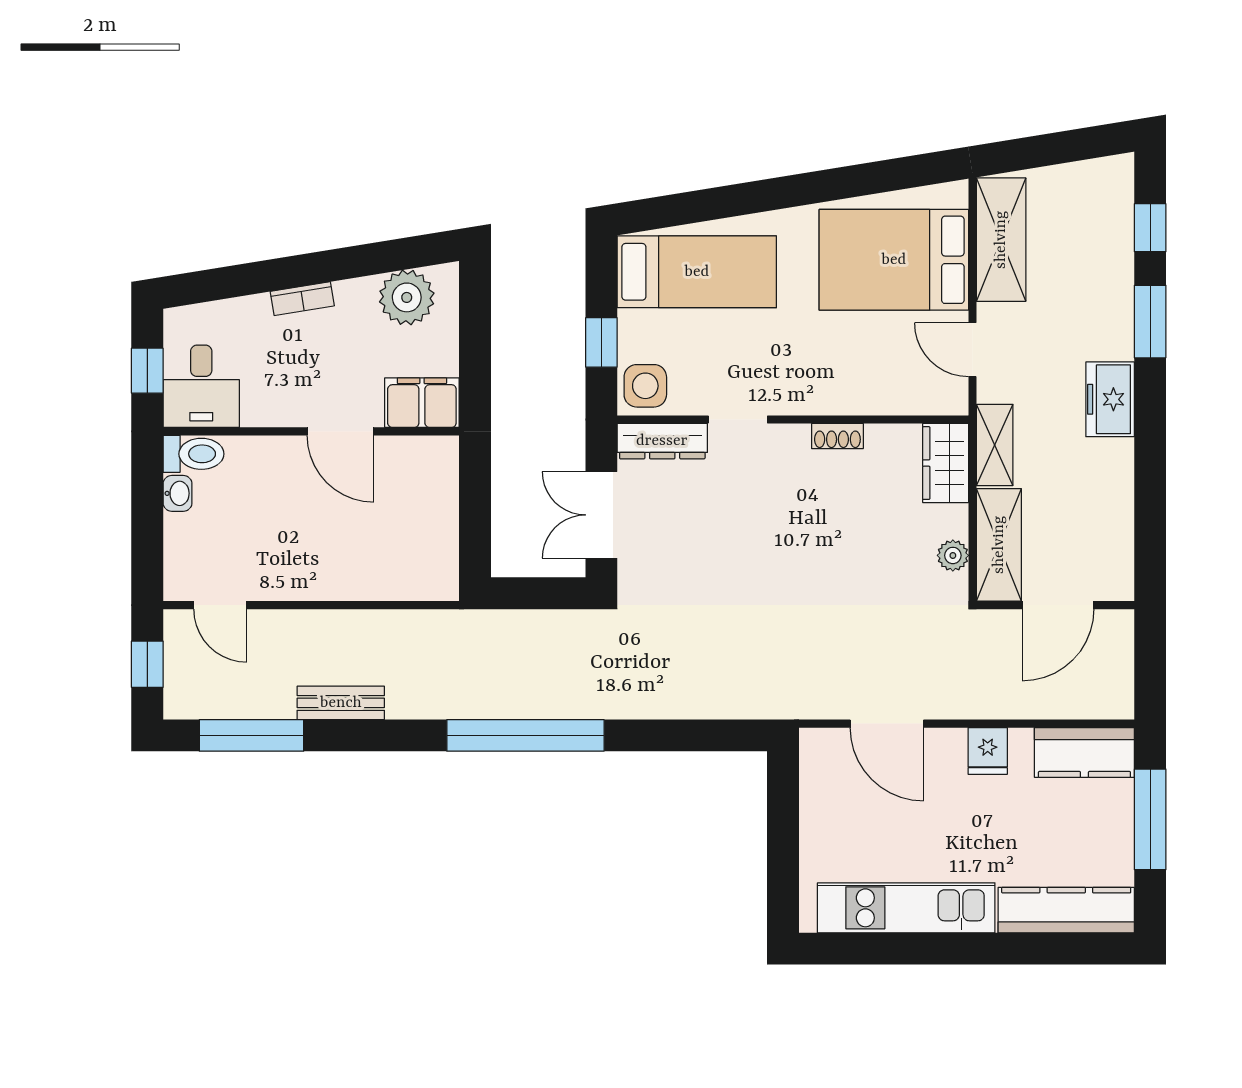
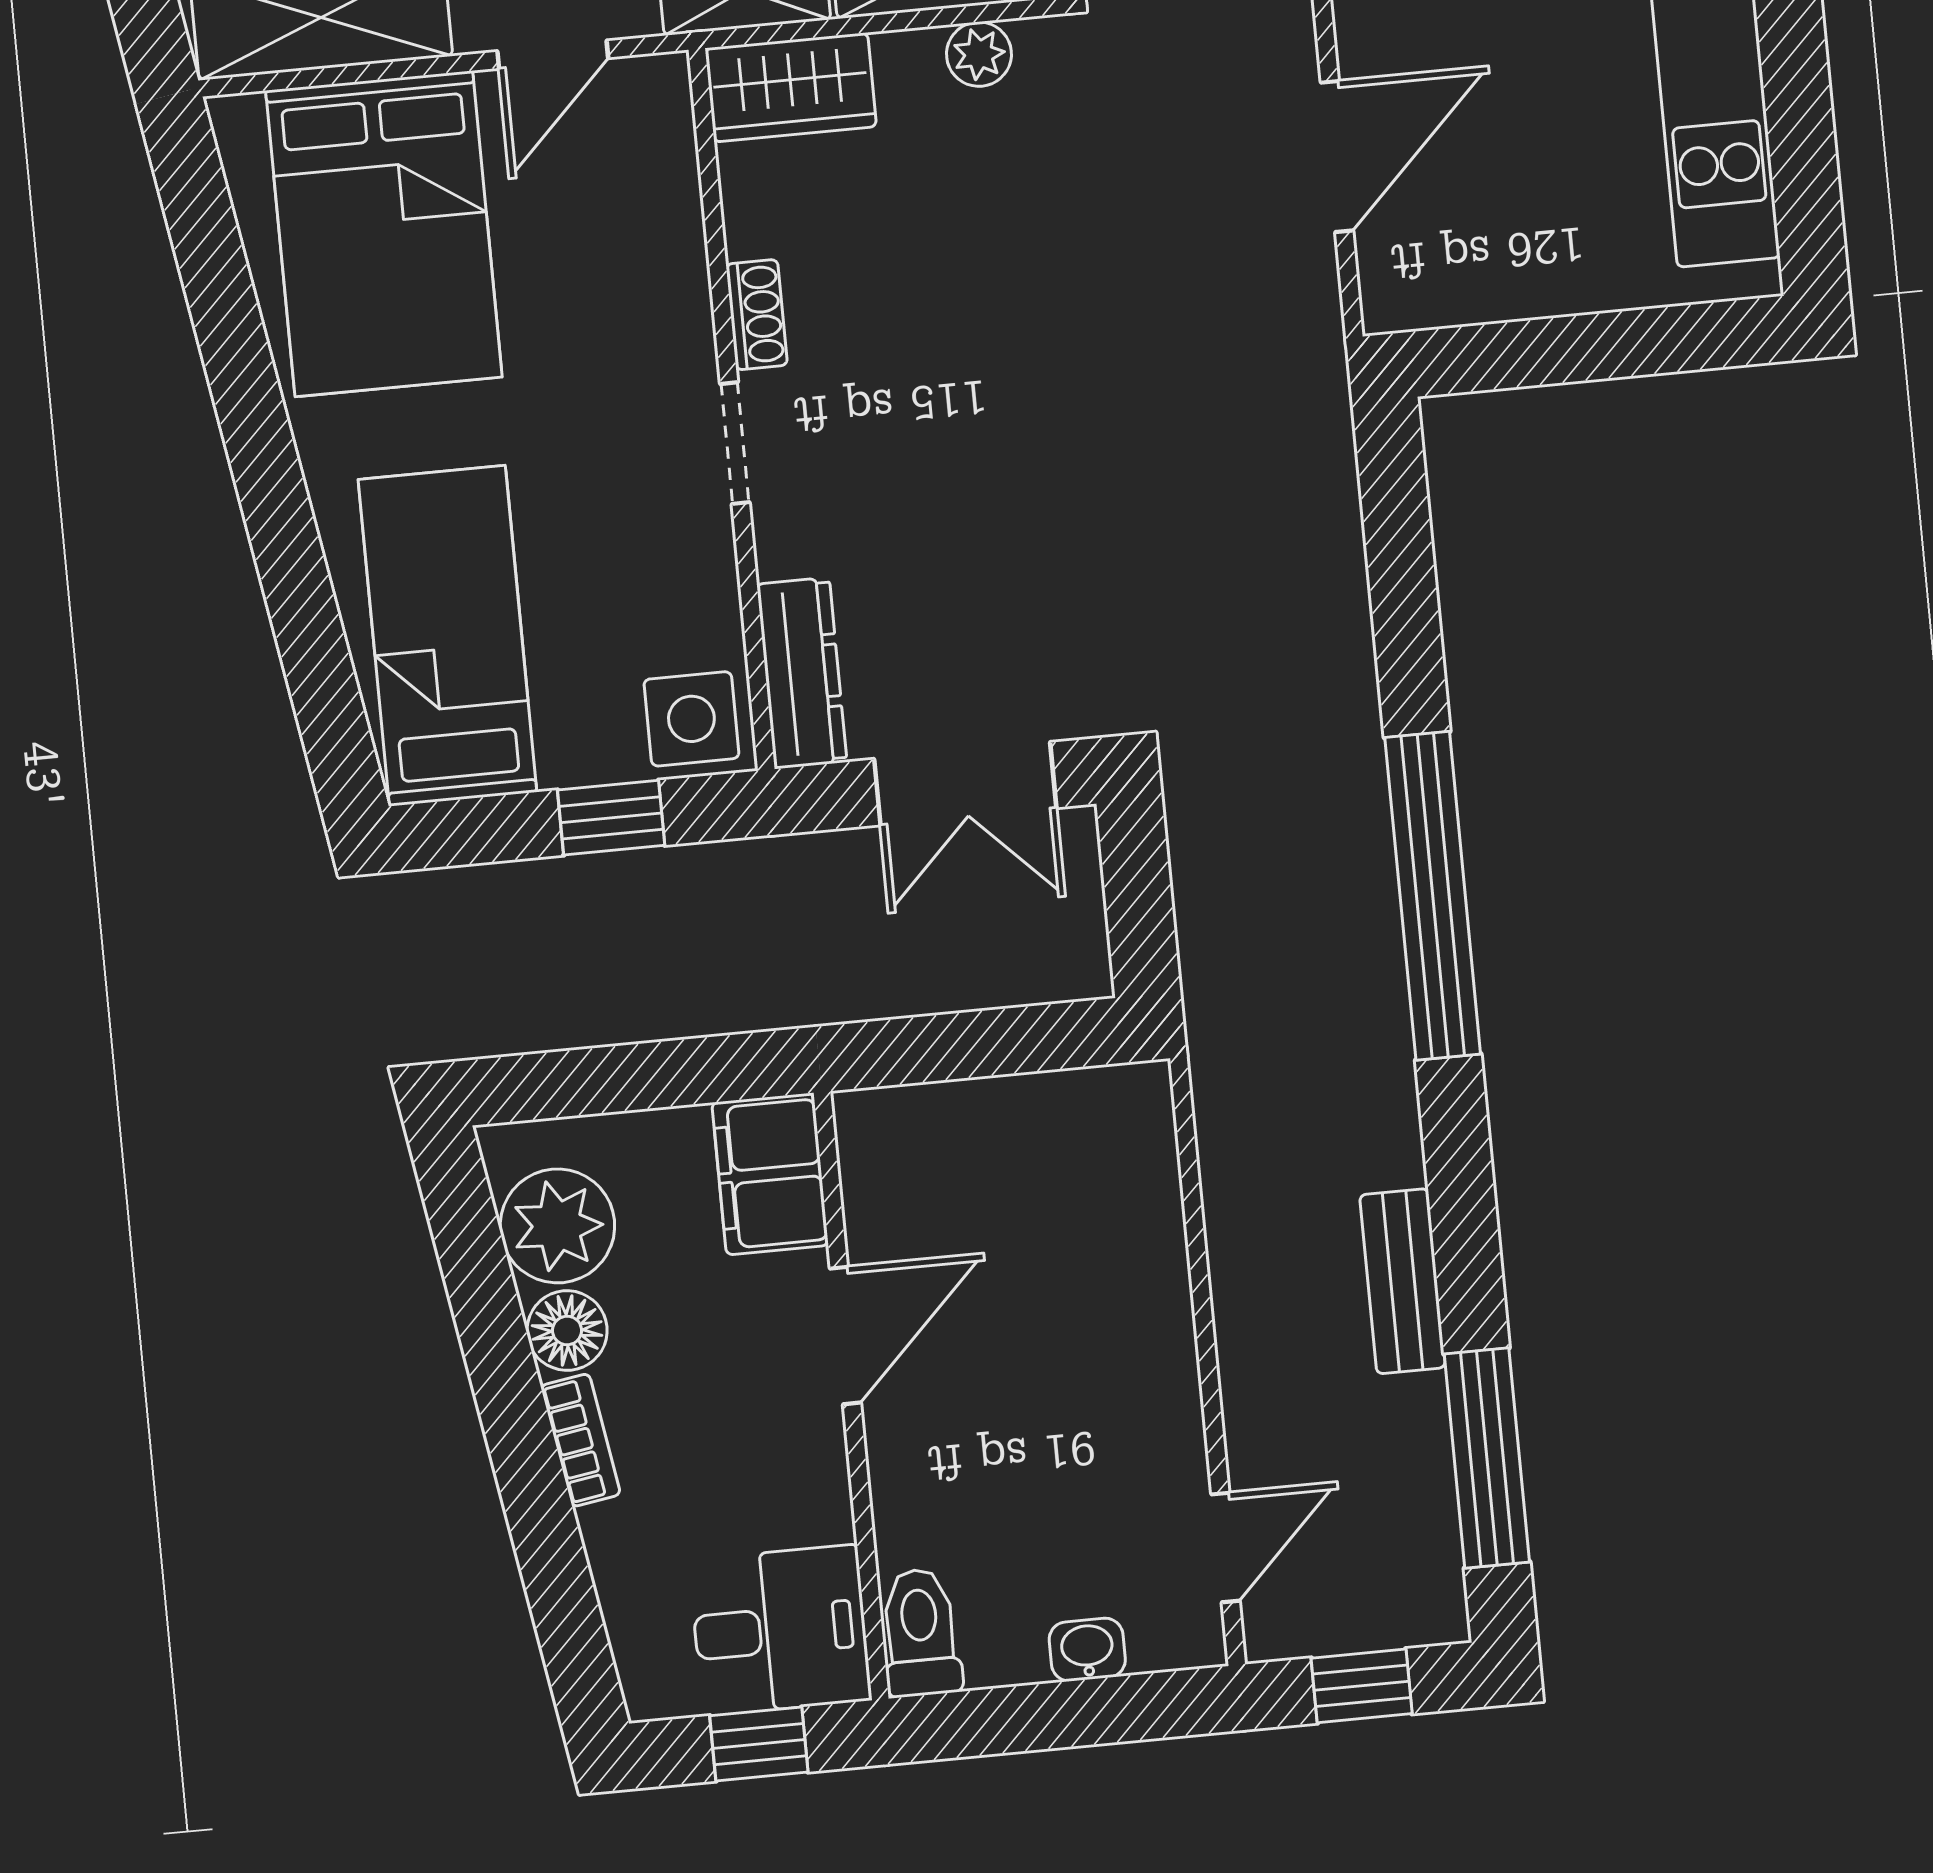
floor lamp: (356, 297) -> (567, 1331), added
doorway: (738, 420) -> (735, 443), moved
washbasin: (178, 493) -> (1087, 1650), moved

